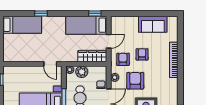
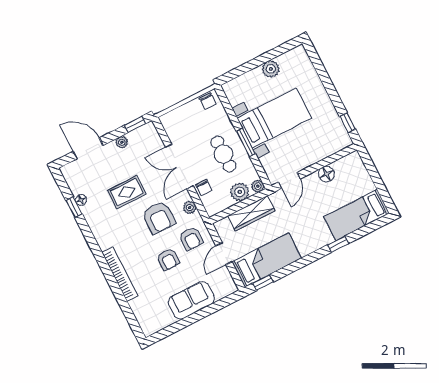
sofa: (153, 24) -> (191, 300), moved
wardrobe: (92, 56) -> (251, 213), moved
floor lamp: (27, 57) -> (326, 174), added
door: (50, 64) -> (289, 181), swing flipped

